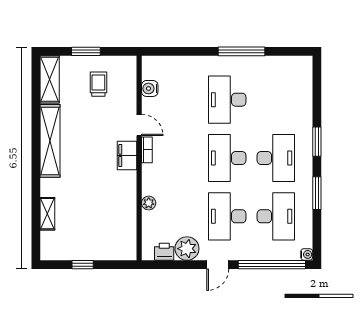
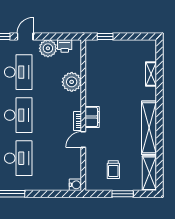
water cooler: (150, 88) -> (75, 185), moved
door: (139, 125) -> (83, 140), hinge flipped
plant: (149, 203) -> (72, 82), width x1.87, depth x1.87
window: (83, 265) -> (105, 36), moved

